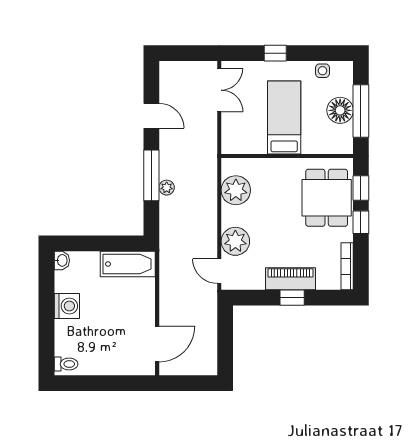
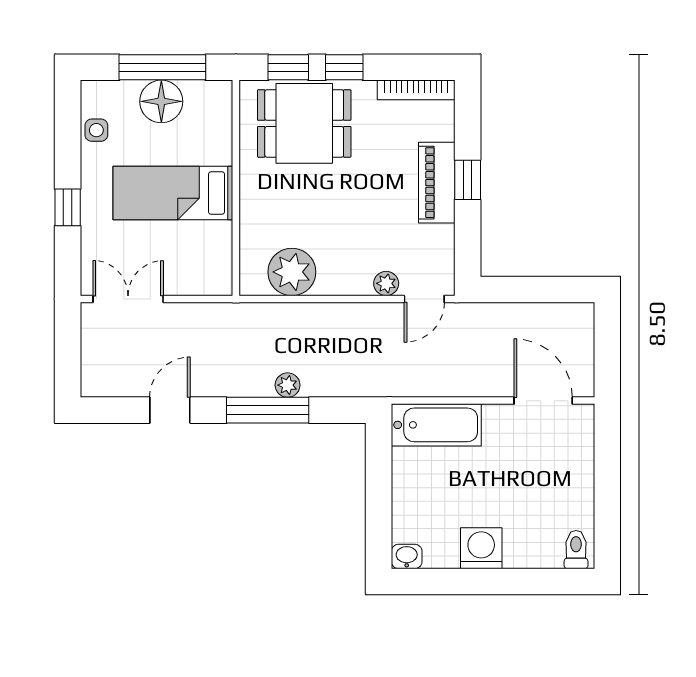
plant: (235, 241) -> (386, 283), width x0.53, depth x0.53
bathtub: (128, 264) -> (436, 425), moved, turned 90

